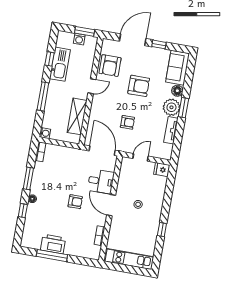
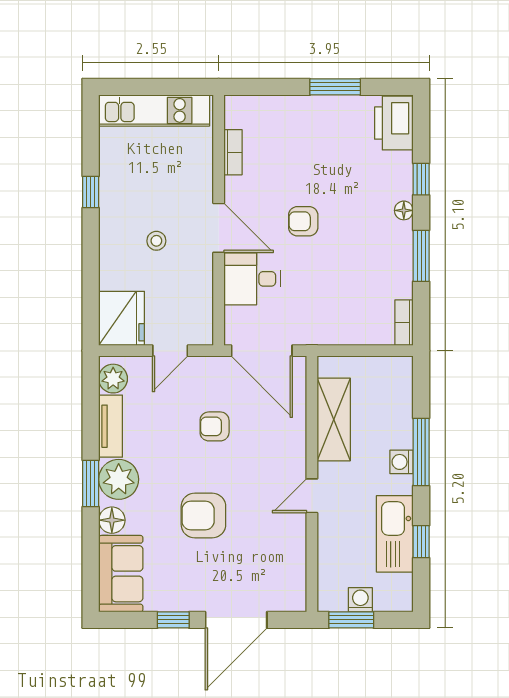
armchair: (110, 66) -> (278, 551), removed
washing machine: (45, 133) -> (401, 462), moved
plant: (166, 150) -> (113, 379), added
fridge: (162, 170) -> (122, 318), width x1.88, depth x1.34
printer: (53, 244) -> (394, 123), moved, turned 90
window: (52, 256) -> (335, 87), width x0.69

